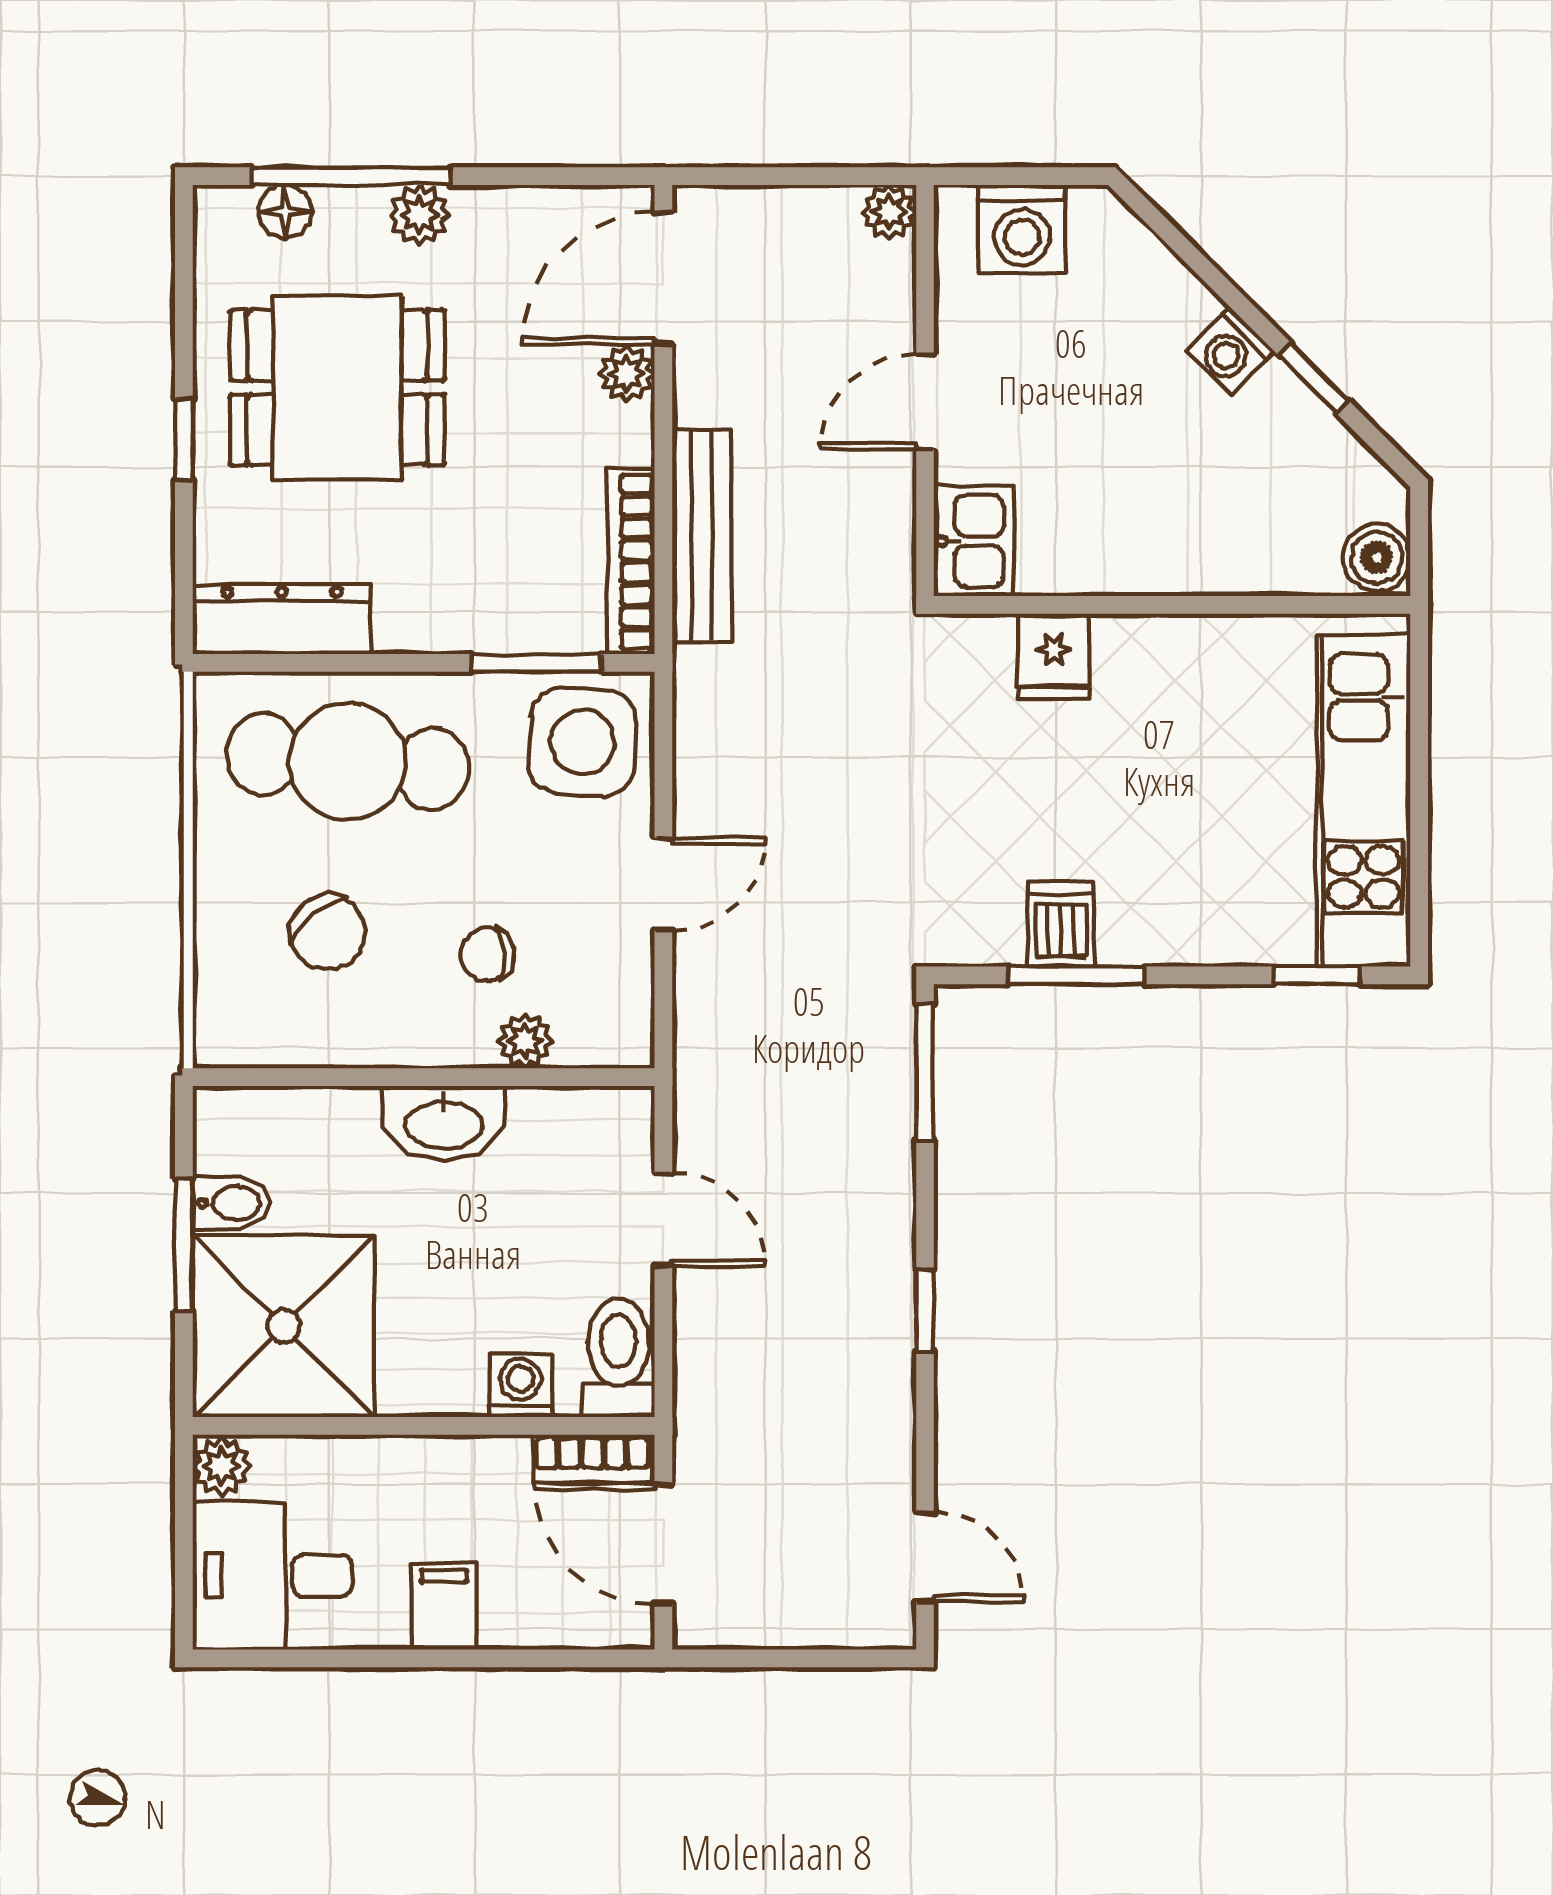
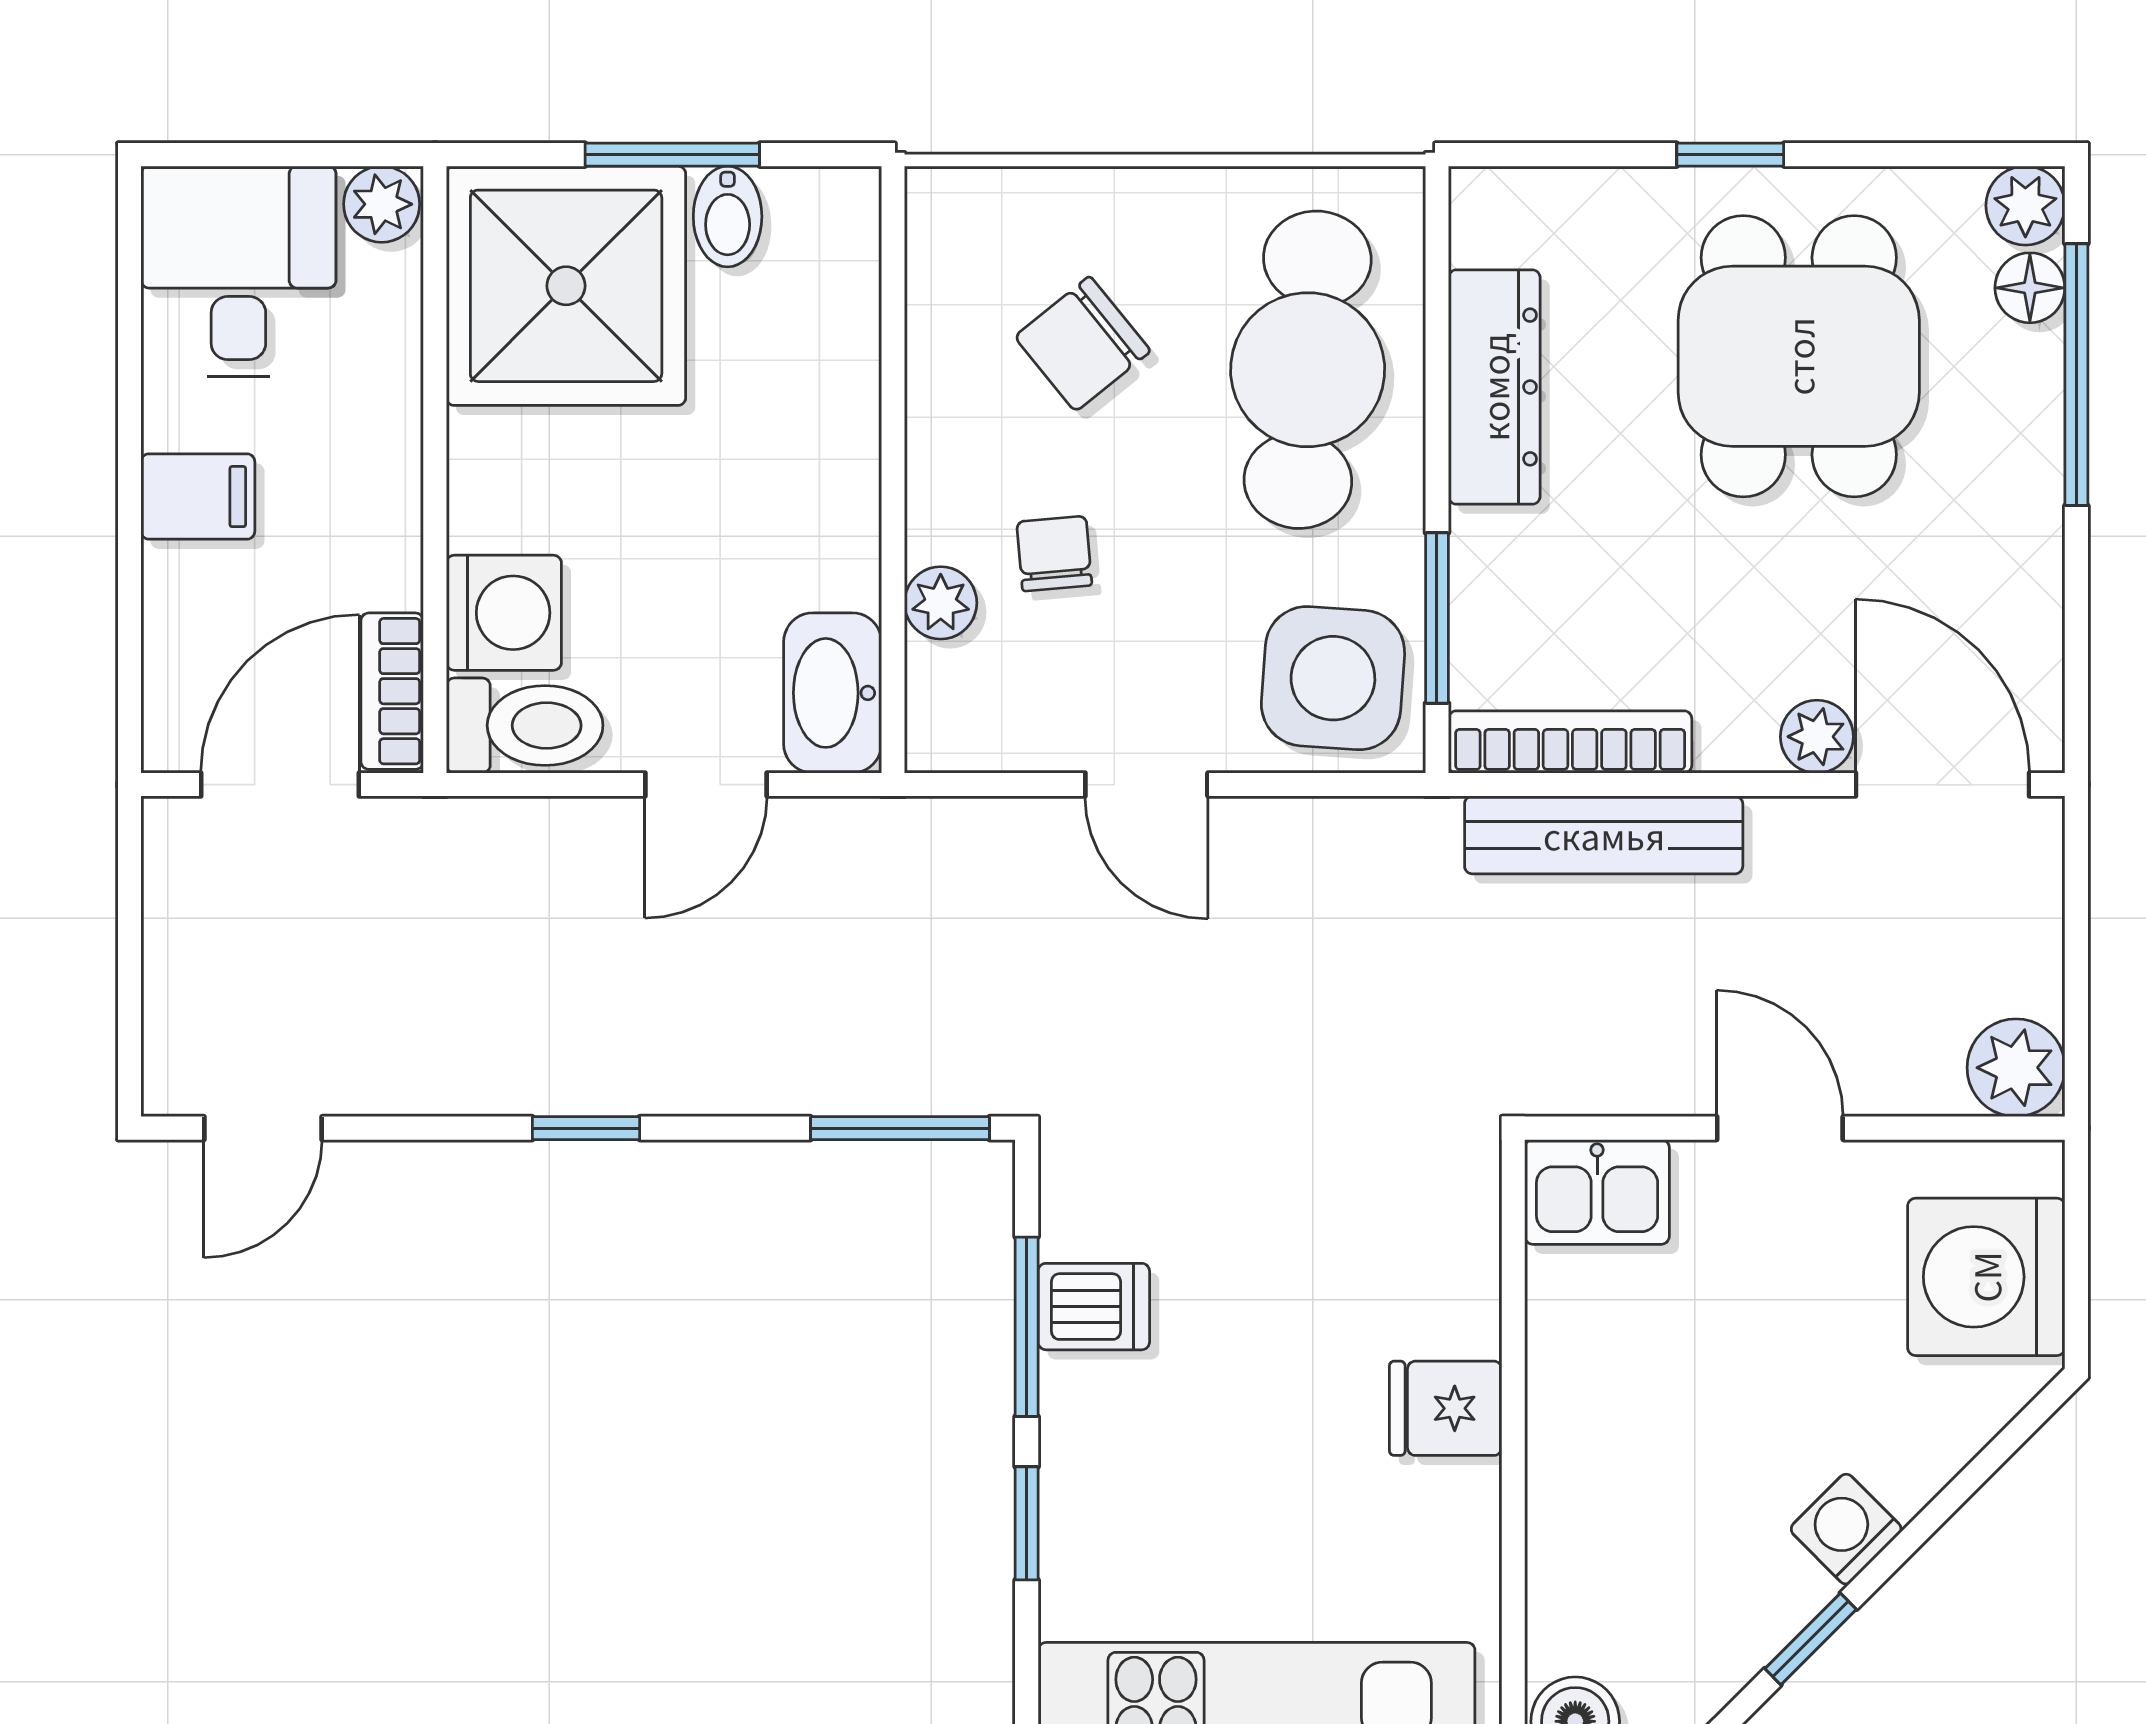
plant: (889, 212) -> (2016, 1068), width x1.38, depth x1.38
plant: (419, 215) -> (2025, 206), moved
washing machine: (1022, 228) -> (1986, 1277), width x1.37, depth x1.37
dresser: (282, 619) -> (1494, 387), moved
fridge: (1054, 656) -> (1446, 1408), moved
window: (1317, 975) -> (1027, 1523), moved
washbasin: (444, 1123) -> (833, 693), moved
washing machine: (521, 1385) -> (504, 613), width x1.38, depth x1.38

